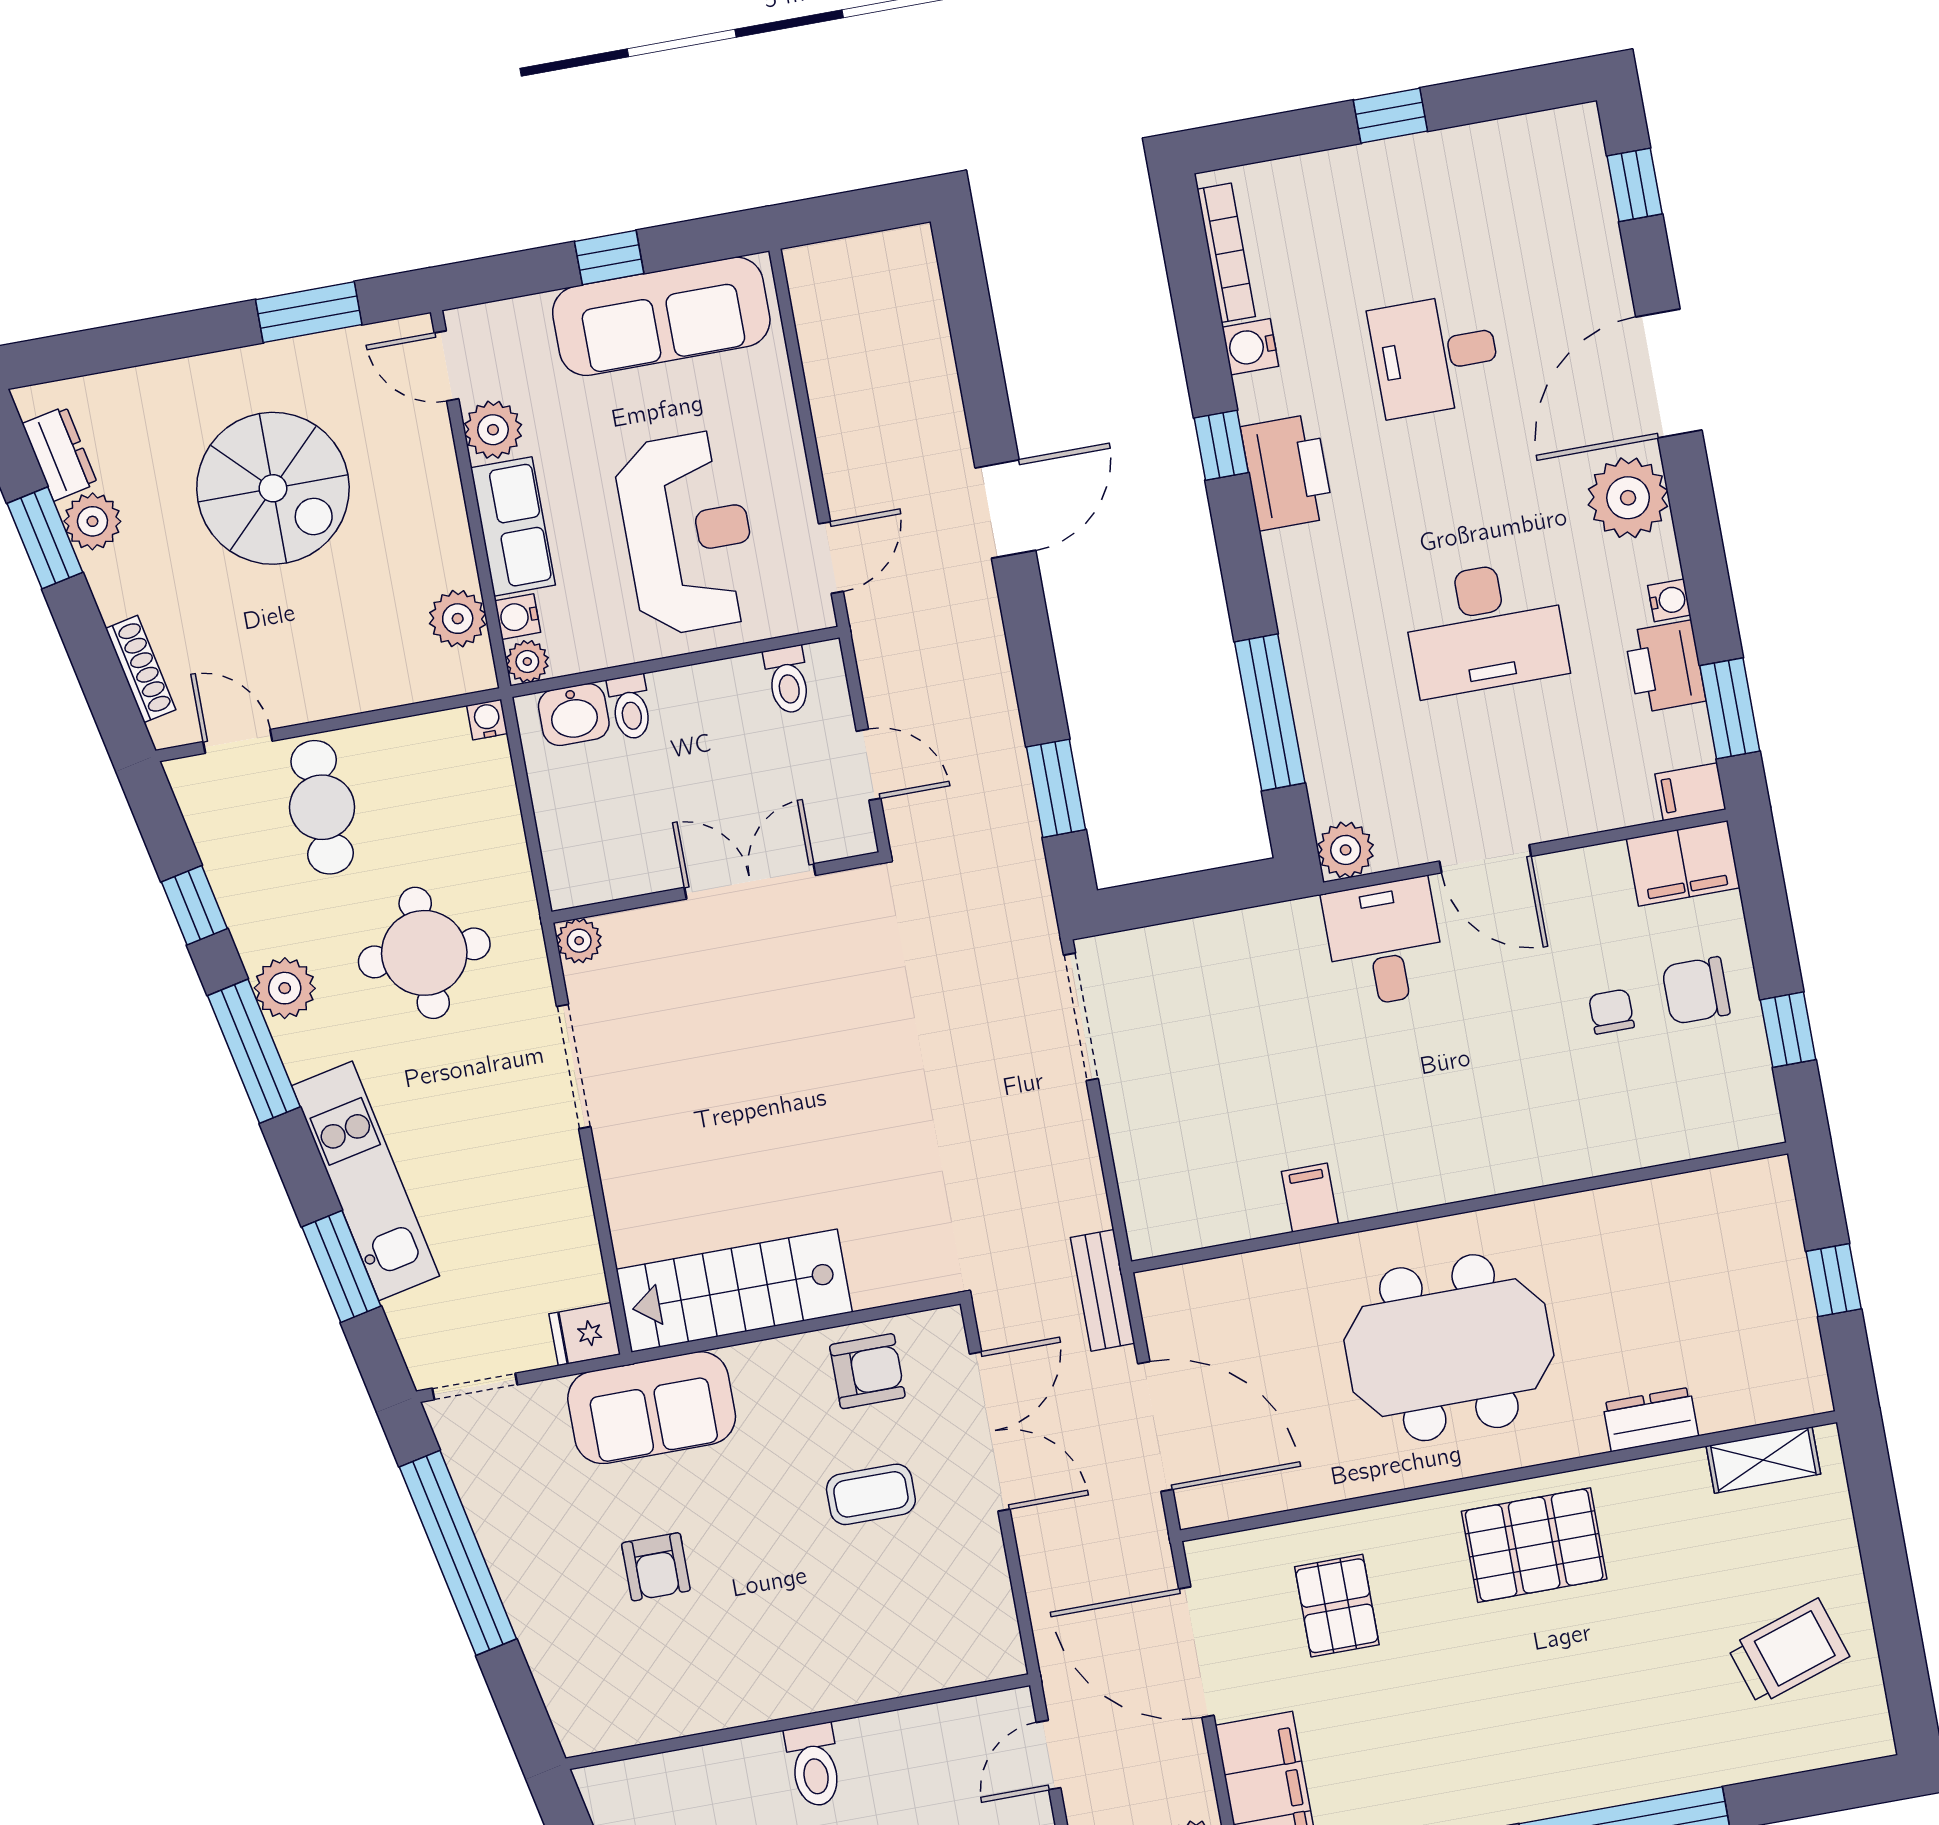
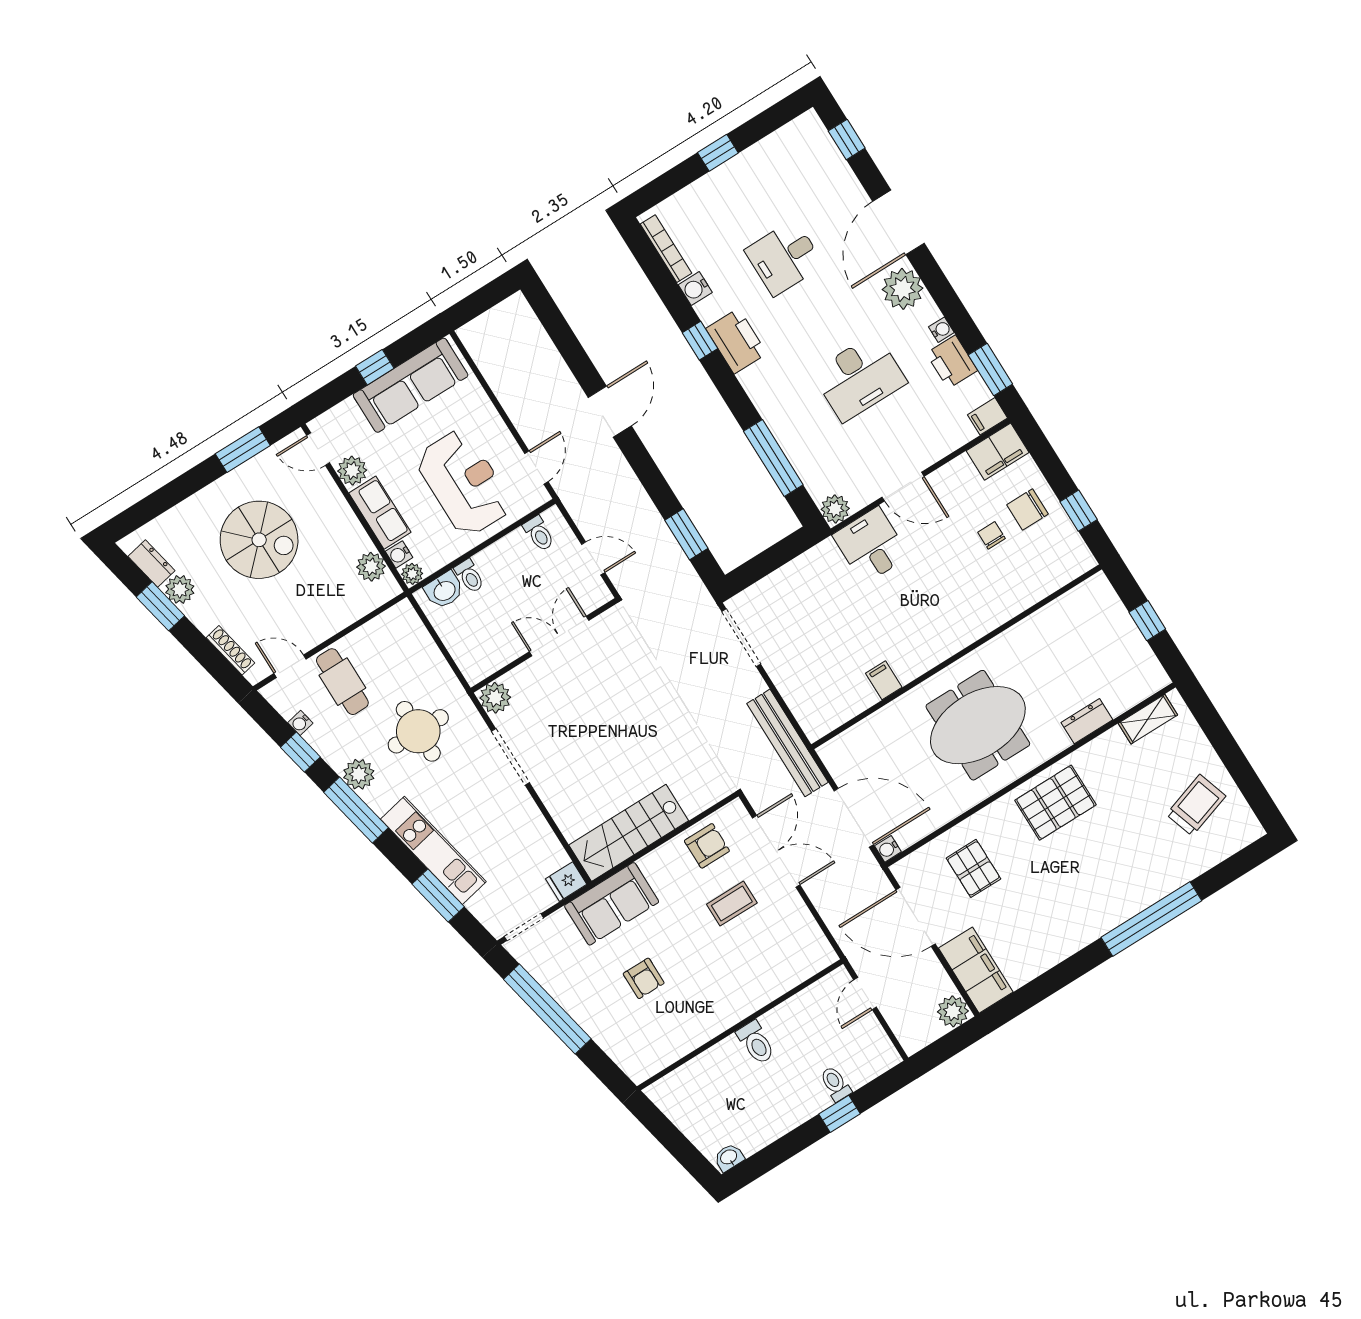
water cooler: (487, 719) -> (300, 723), moved, turned -102
plant: (579, 941) -> (495, 698), width x1.38, depth x1.38
bench: (1103, 1290) -> (787, 743), width x1.86, depth x1.21
water cooler: (1195, 1508) -> (888, 849), added

